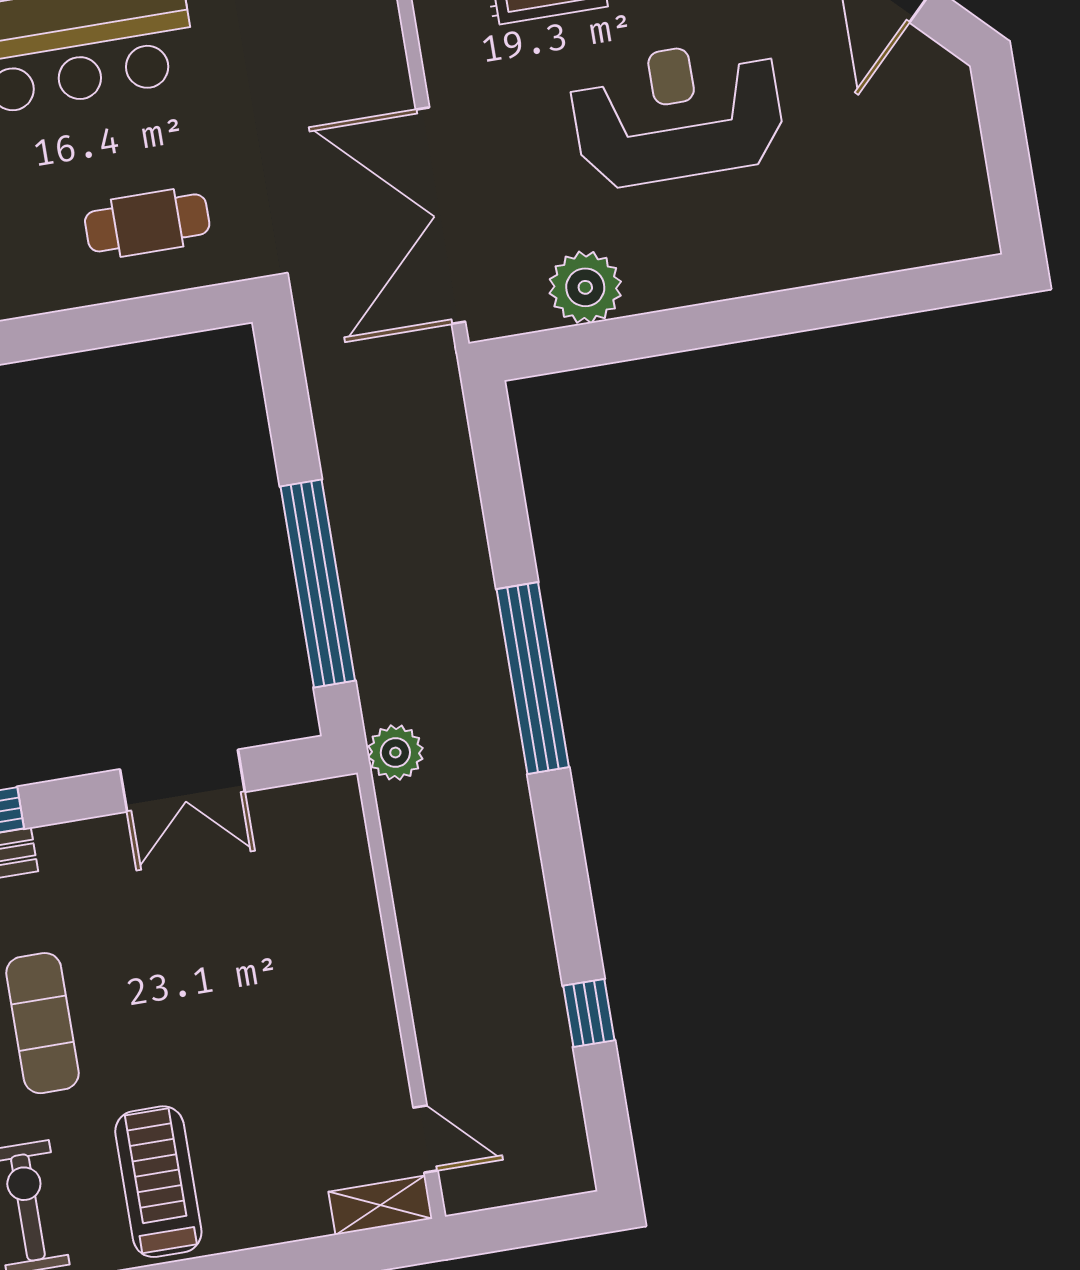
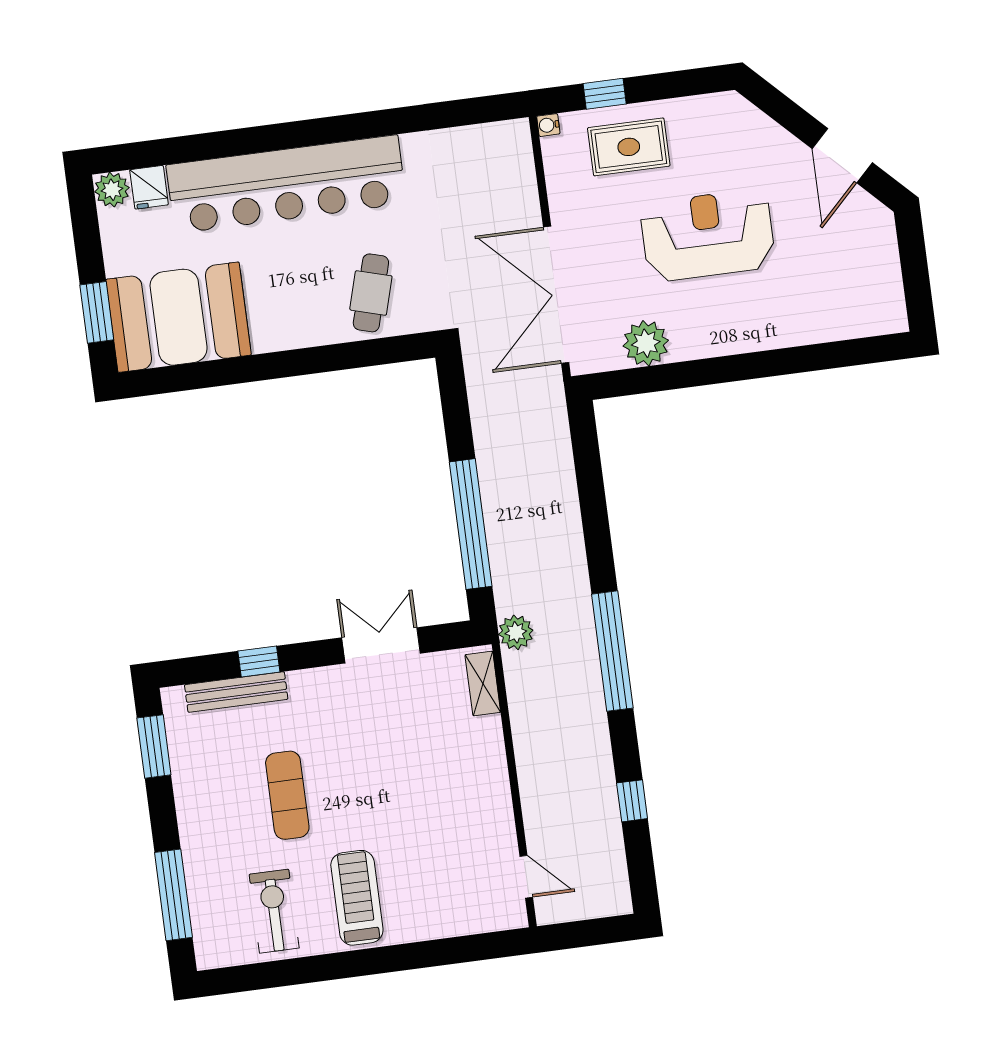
cafe table: (147, 223) -> (371, 293), turned -74
window: (533, 678) -> (612, 651), moved
double door: (182, 781) -> (381, 645), swing flipped
shelving: (380, 1205) -> (483, 684), moved, turned 90

